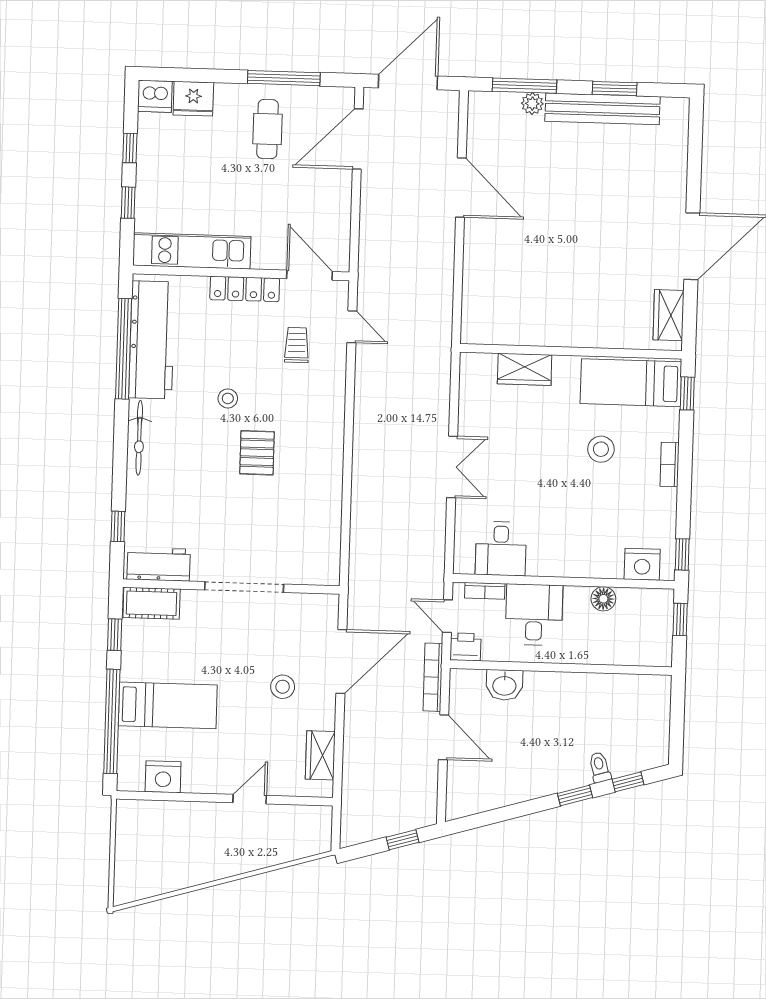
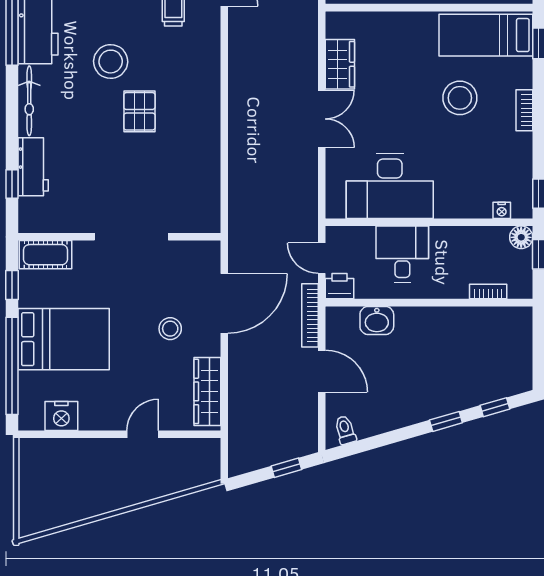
wardrobe: (525, 369) -> (340, 64), moved, turned -90
stool: (228, 398) -> (111, 62), width x1.89, depth x1.89
stool: (601, 449) -> (460, 98), width x1.38, depth x1.38
desk: (501, 549) -> (390, 186), width x1.87, depth x1.30
workbench: (159, 564) -> (33, 167), moved, turned 90
nightstand: (642, 564) -> (502, 210), width x0.53, depth x0.56
bookcase: (485, 591) -> (488, 292), moved, turned 180
floor lamp: (603, 599) -> (521, 237), moved
bed: (168, 705) -> (64, 339), width x1.50
wardrobe: (320, 755) -> (207, 391), width x1.50
toilet: (600, 767) -> (345, 430), moved

